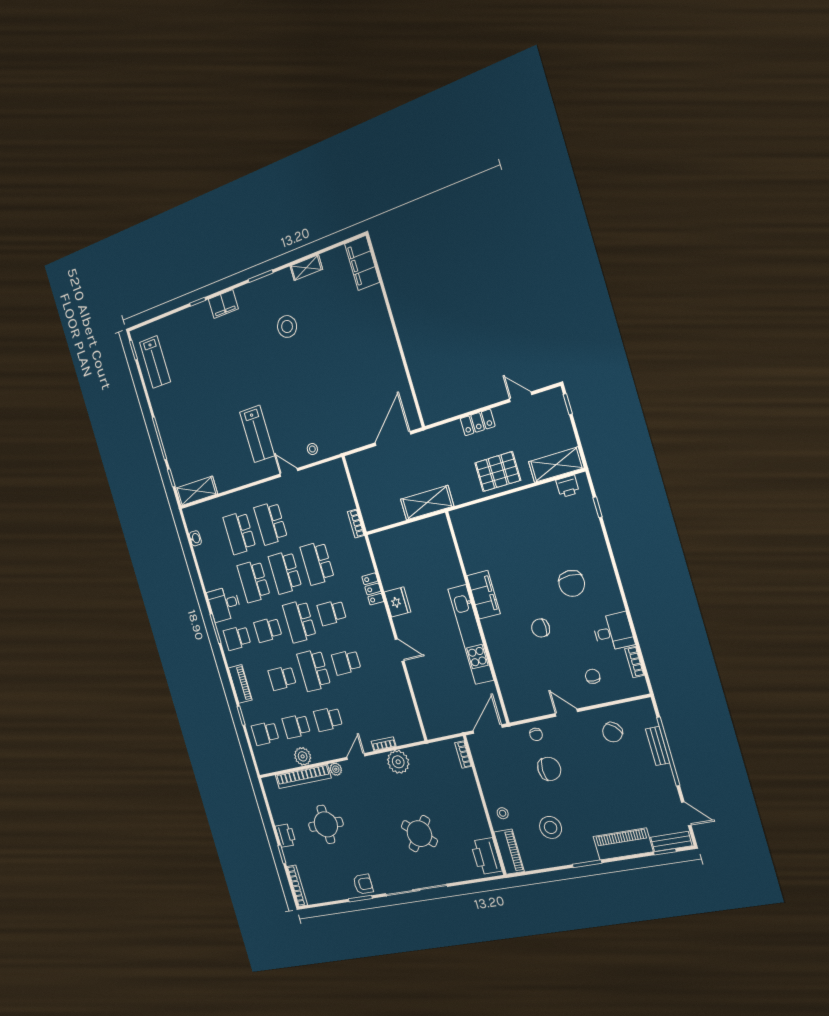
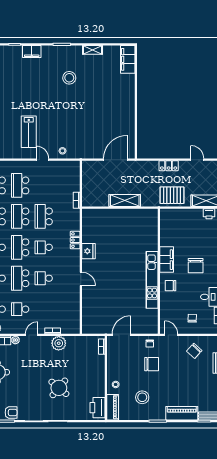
filing cabinet: (483, 595) -> (167, 260), moved
wall: (477, 618) -> (159, 271), moved
kitchen unit: (471, 635) -> (152, 280), moved

